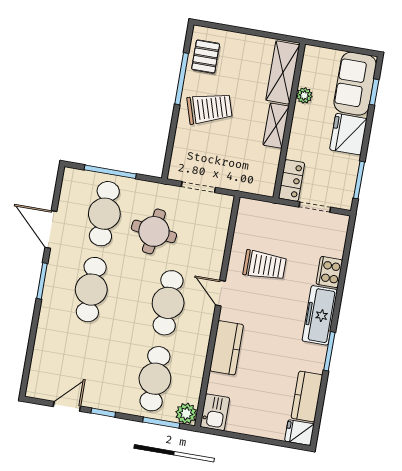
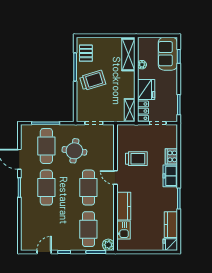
shelving: (276, 126) -> (130, 110), moved
fridge: (348, 134) -> (146, 89), moved, turned 180
freezer: (320, 315) -> (170, 176), width x0.71
kitchen sink: (215, 412) -> (123, 230), moved

